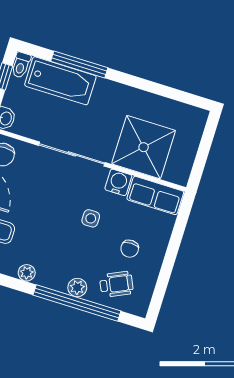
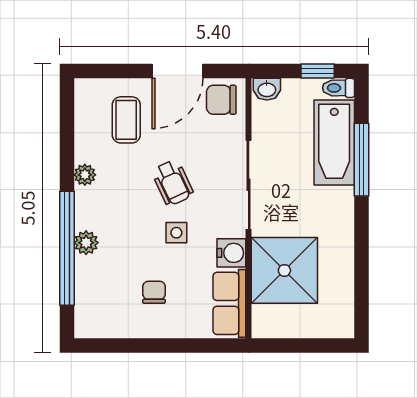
chair: (130, 249) -> (154, 292), turned 90
wheelchair: (116, 284) -> (173, 183), moved

